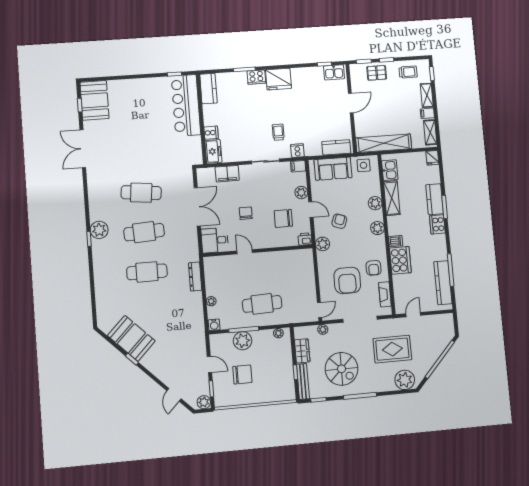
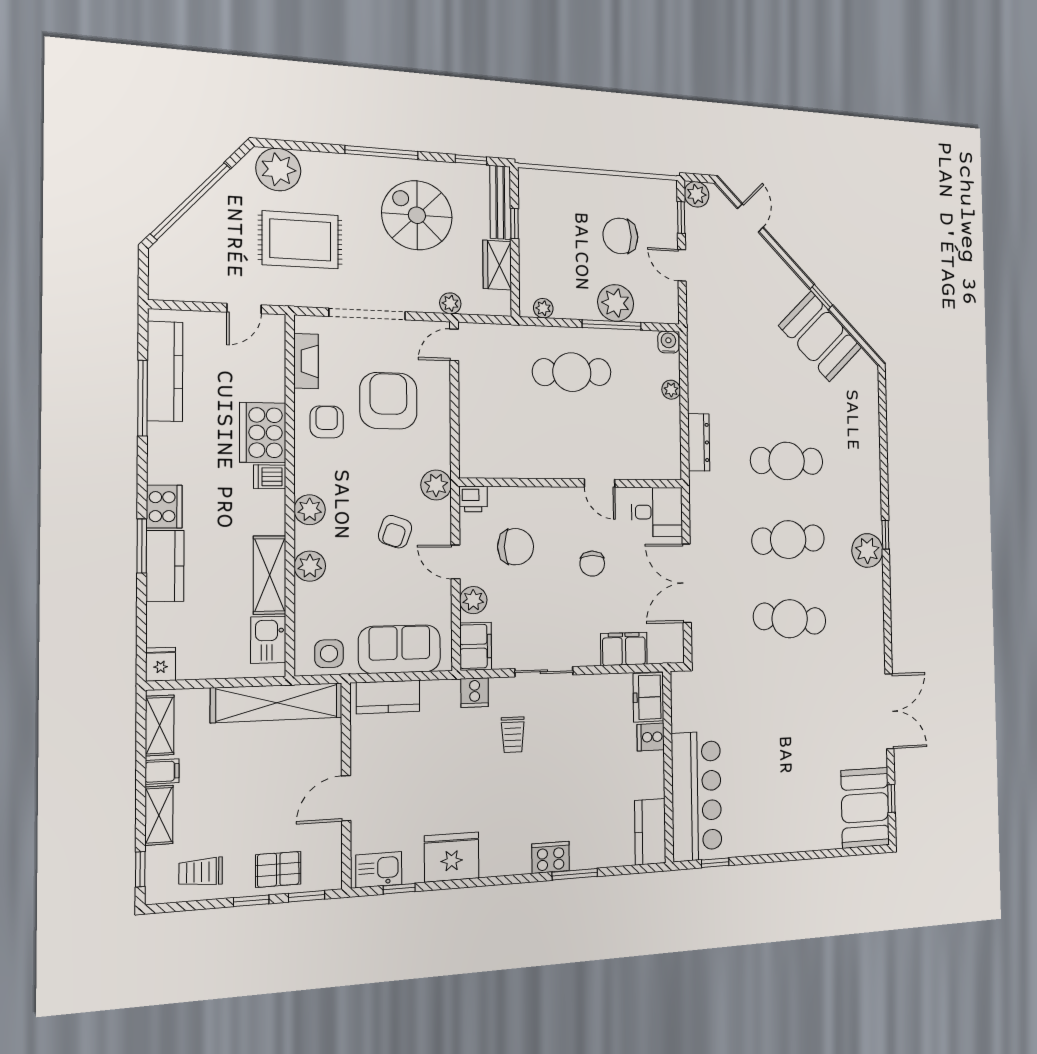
fridge: (278, 79) -> (452, 857), moved
filing cabinet: (298, 166) -> (476, 646), width x2.00

